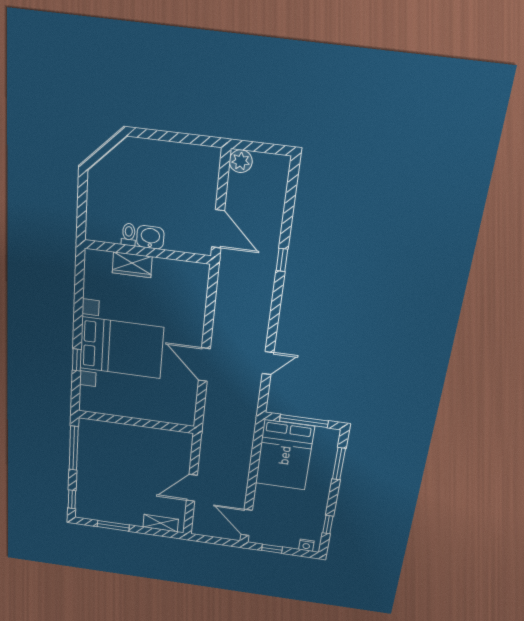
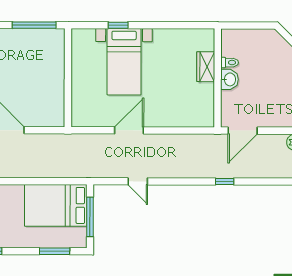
bed with nightstands: (121, 348) -> (124, 62), width x0.73

